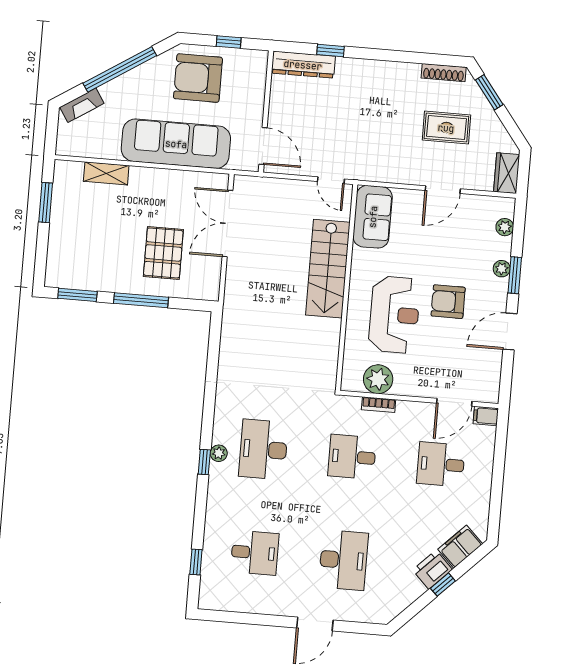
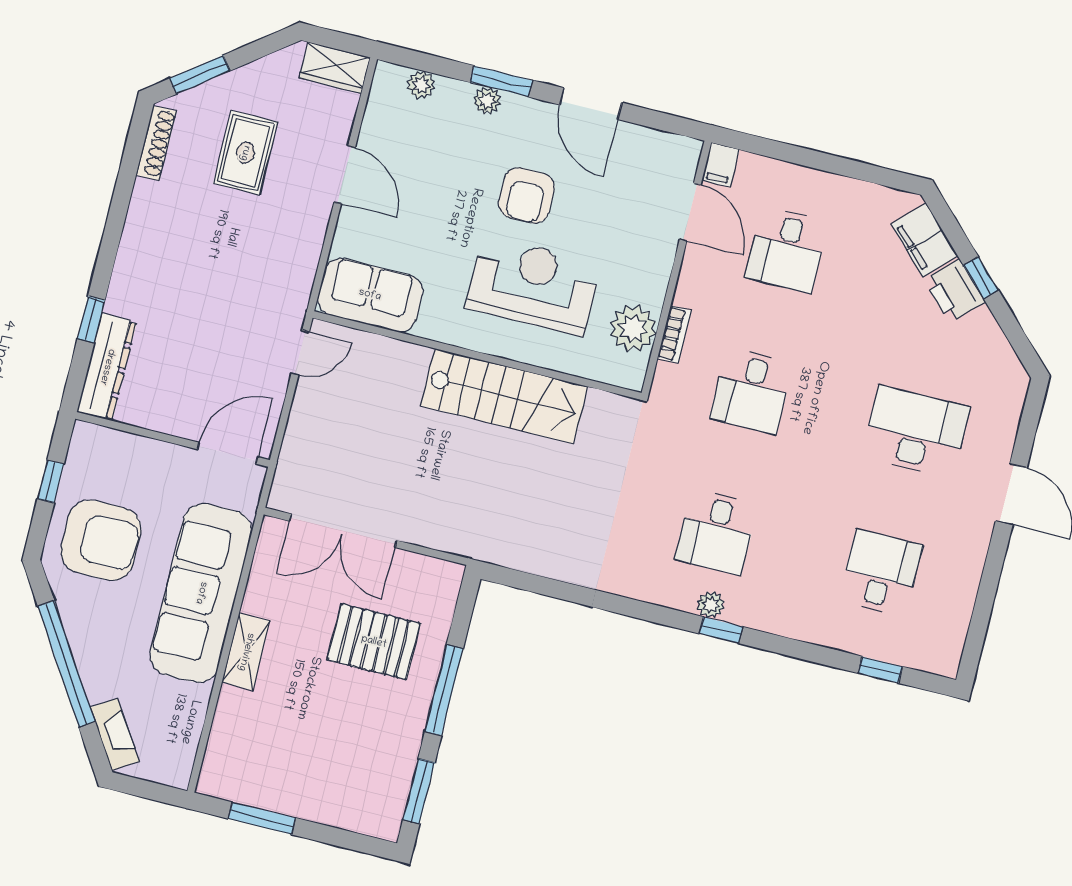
armchair: (198, 78) -> (101, 540), turned -90
shelving: (106, 173) -> (246, 652), moved
stairs: (328, 269) -> (504, 396), moved
desk: (263, 449) -> (716, 532), width x0.73

